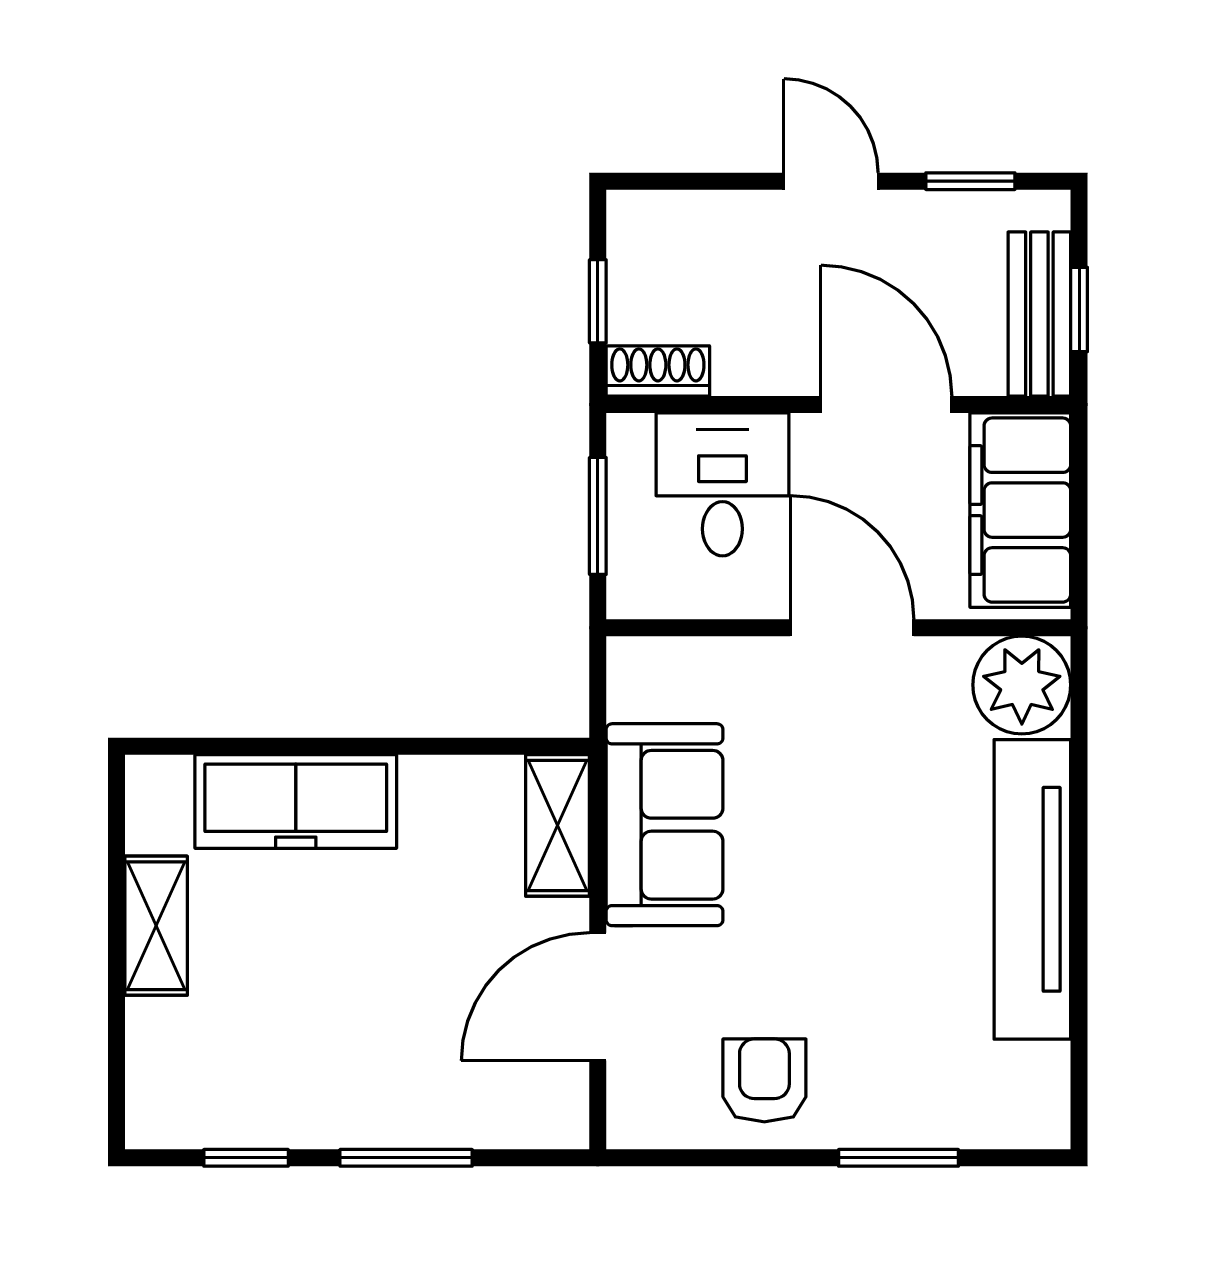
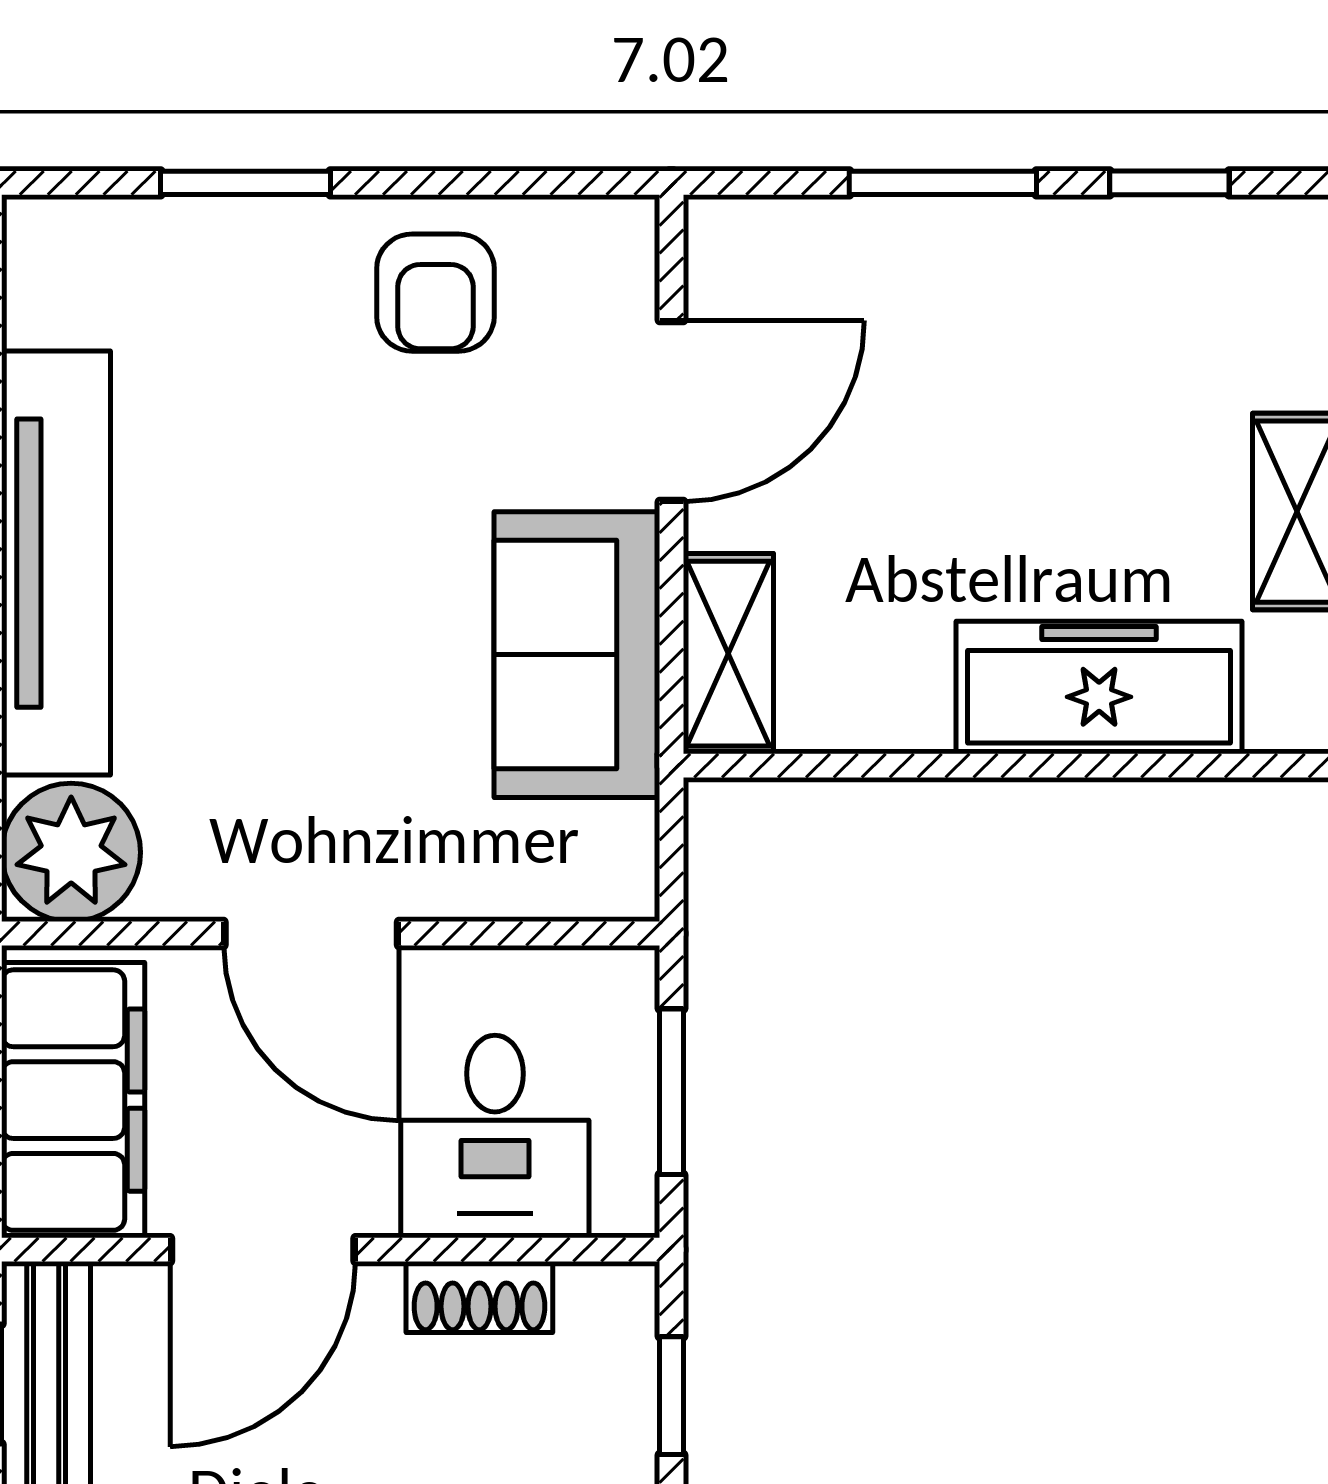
shoe rack: (658, 371) -> (479, 1297), moved
door: (886, 404) -> (263, 1250), hinge flipped

